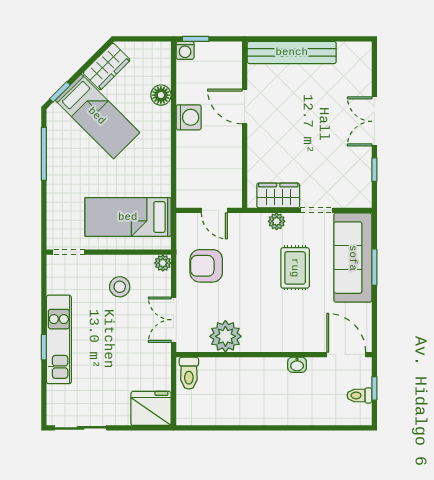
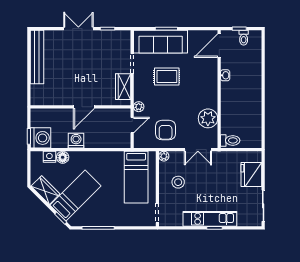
washing machine: (185, 50) -> (41, 138), width x1.89, depth x1.89
bench: (292, 52) -> (37, 57), moved
nightstand: (162, 73) -> (49, 157), added
door: (245, 107) -> (84, 107), moved
double door: (374, 121) -> (78, 29), swing flipped
plant: (277, 221) -> (139, 107), moved
fridge: (151, 408) -> (251, 174), moved

